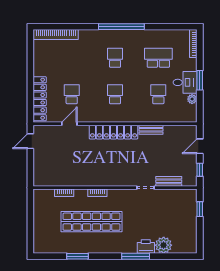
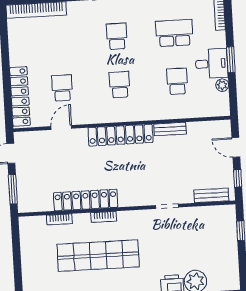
door: (200, 146) -> (236, 147), hinge flipped
window: (30, 168) -> (13, 189), added
locker: (85, 179) -> (86, 200), added
bench: (169, 181) -> (211, 195), moved

